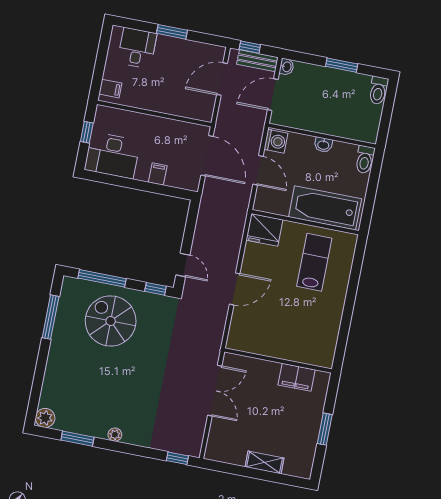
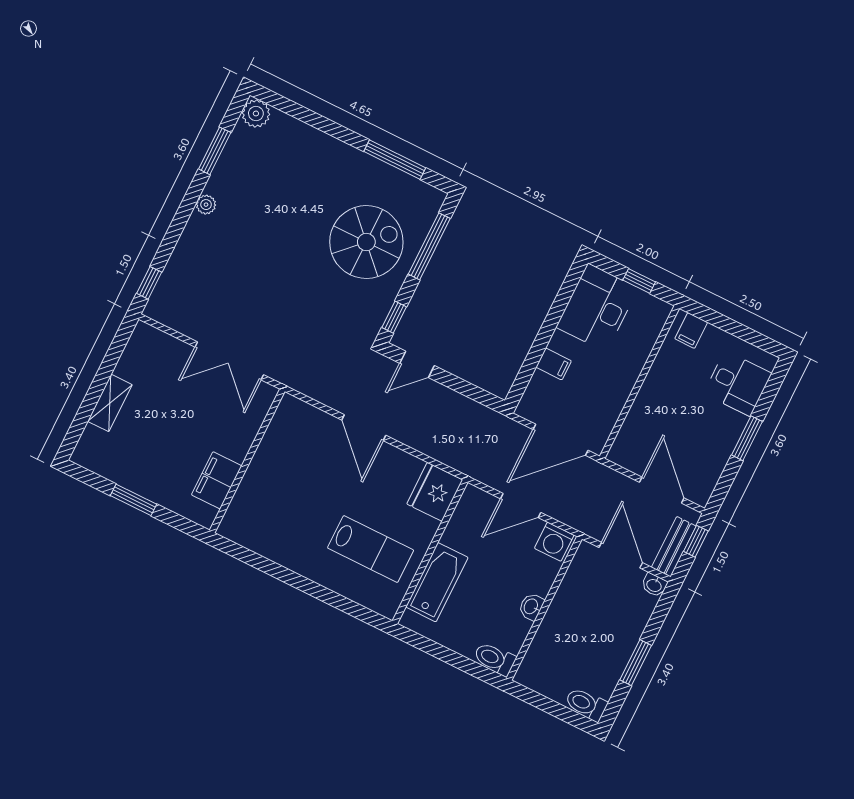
bathtub: (325, 208) -> (437, 582), width x0.73, depth x0.73

